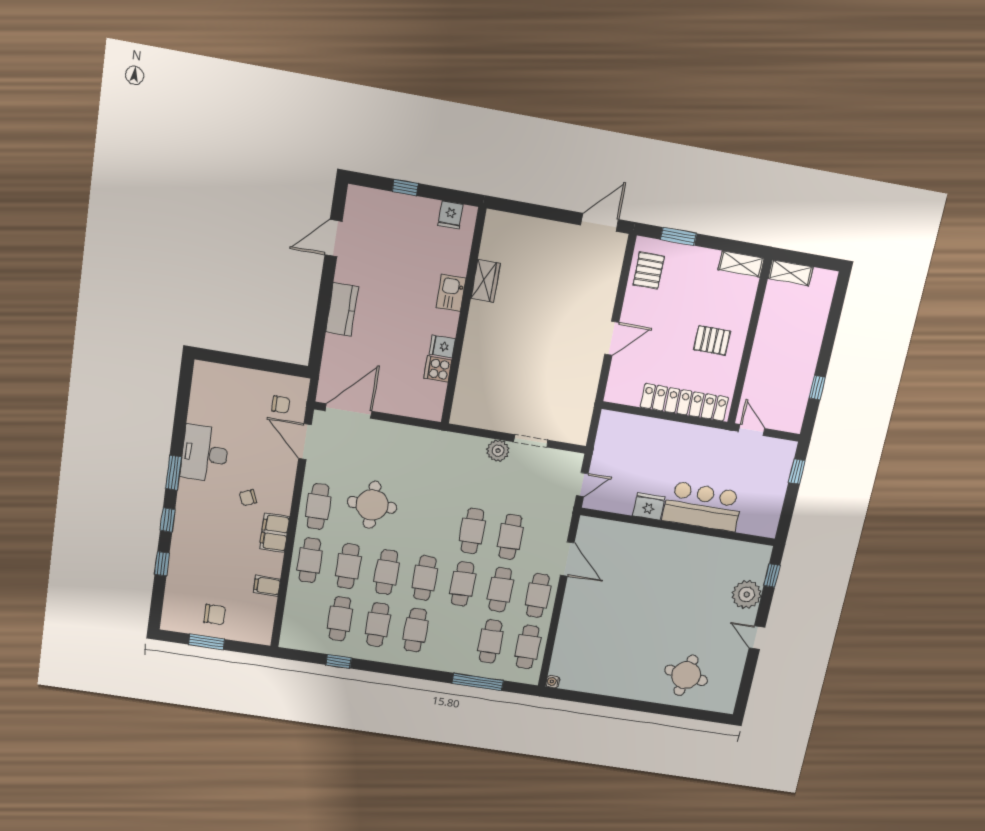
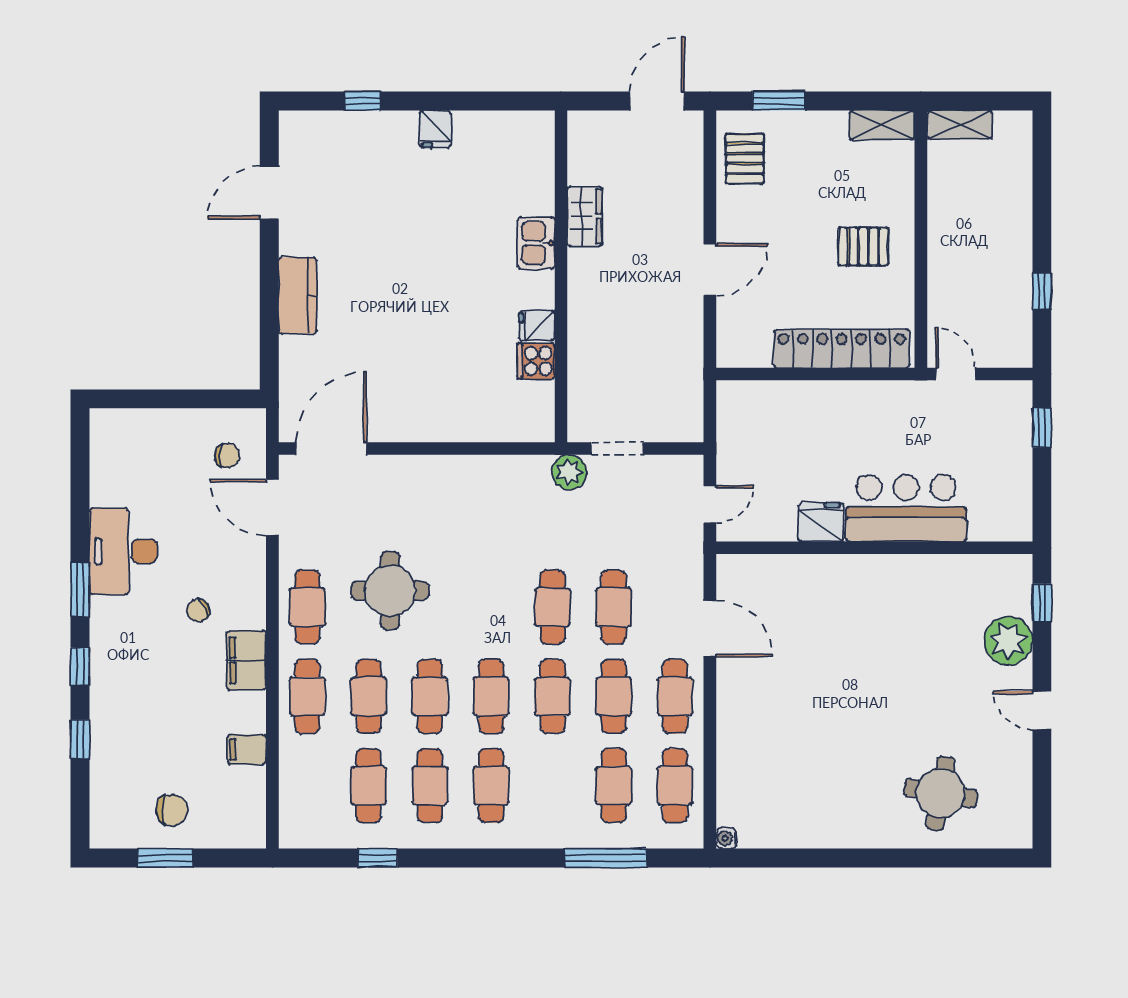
wardrobe: (486, 281) -> (584, 216), moved
kitchen sink: (451, 293) -> (536, 243), moved
wall: (463, 317) -> (561, 276), moved
fridge: (442, 346) -> (537, 326), moved
cooker: (438, 369) -> (536, 361), moved

